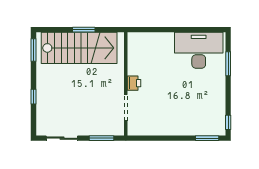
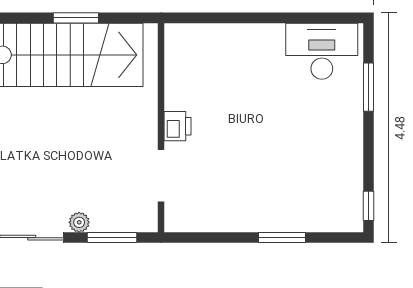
desk: (199, 50) -> (322, 51), width x0.73, depth x0.77
plant: (85, 131) -> (79, 222), added
window: (207, 138) -> (282, 238), moved

